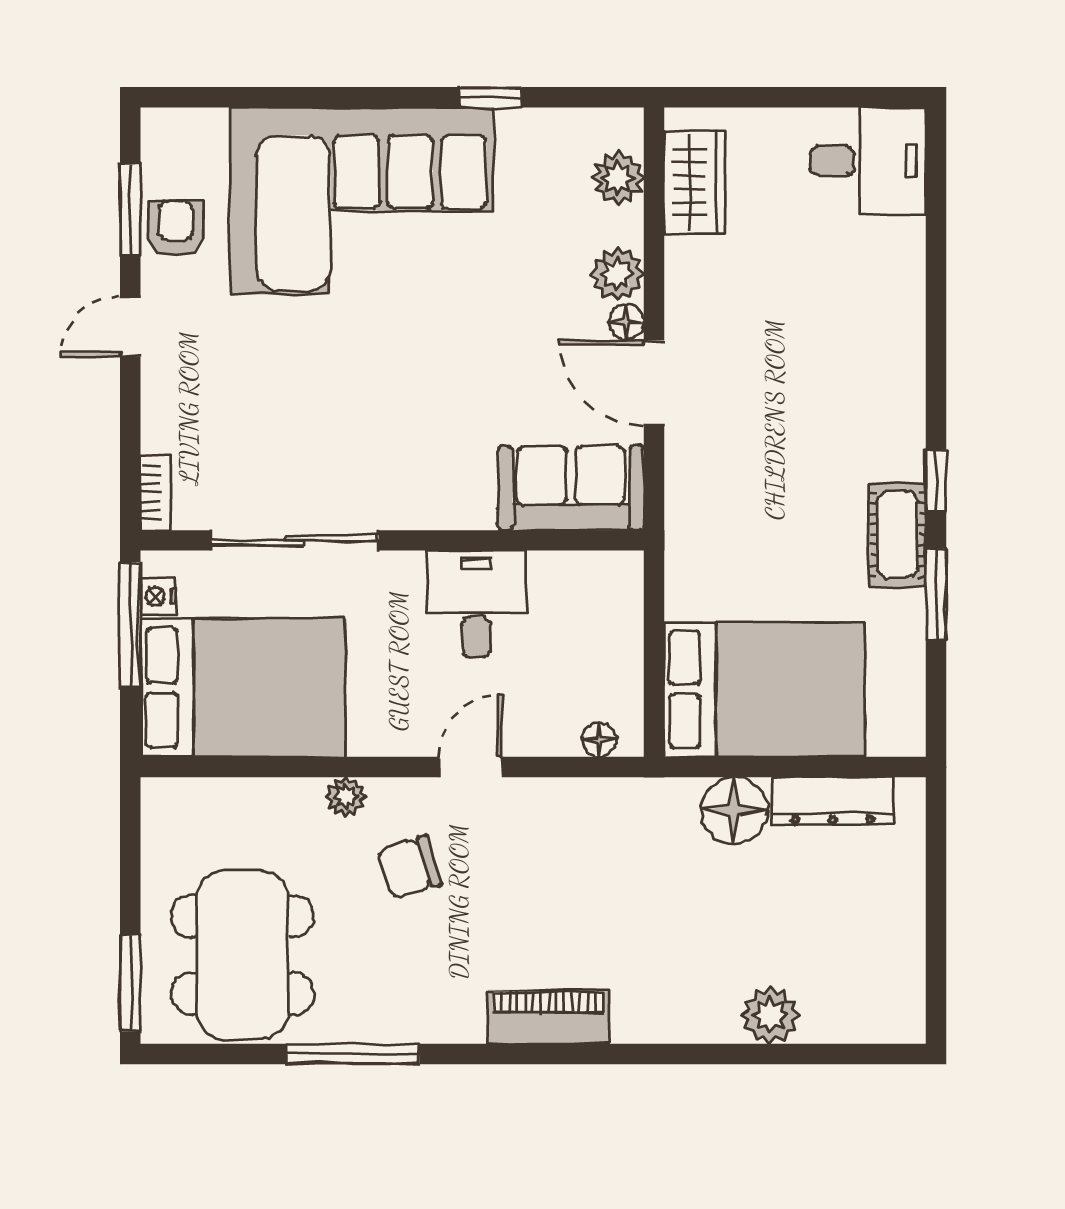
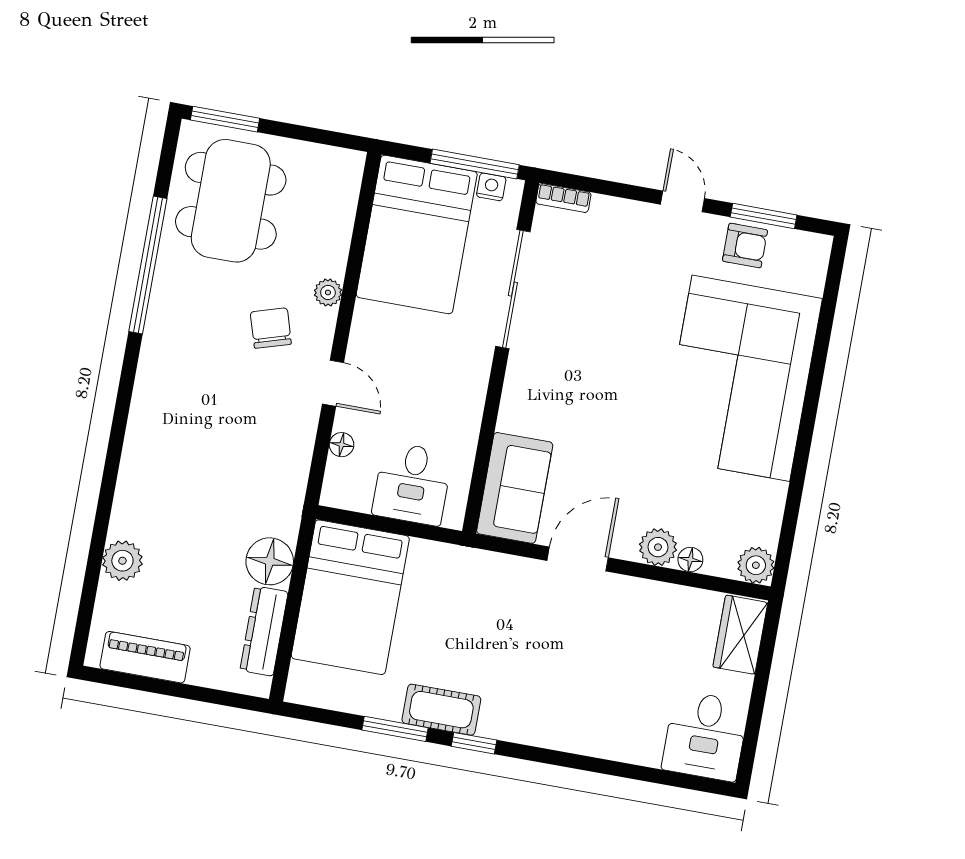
window: (491, 97) -> (797, 481), removed
plant: (618, 178) -> (756, 565), moved
wardrobe: (694, 182) -> (740, 635), moved, turned 90
floor lamp: (626, 322) -> (690, 560), moved
desk: (476, 604) -> (412, 484), moved, turned 90
floor lamp: (599, 740) -> (342, 445), moved
dining table: (242, 955) -> (231, 201), turned 90
piano: (549, 1017) -> (145, 657), moved, turned -90
window: (353, 1054) -> (148, 265), width x1.46

